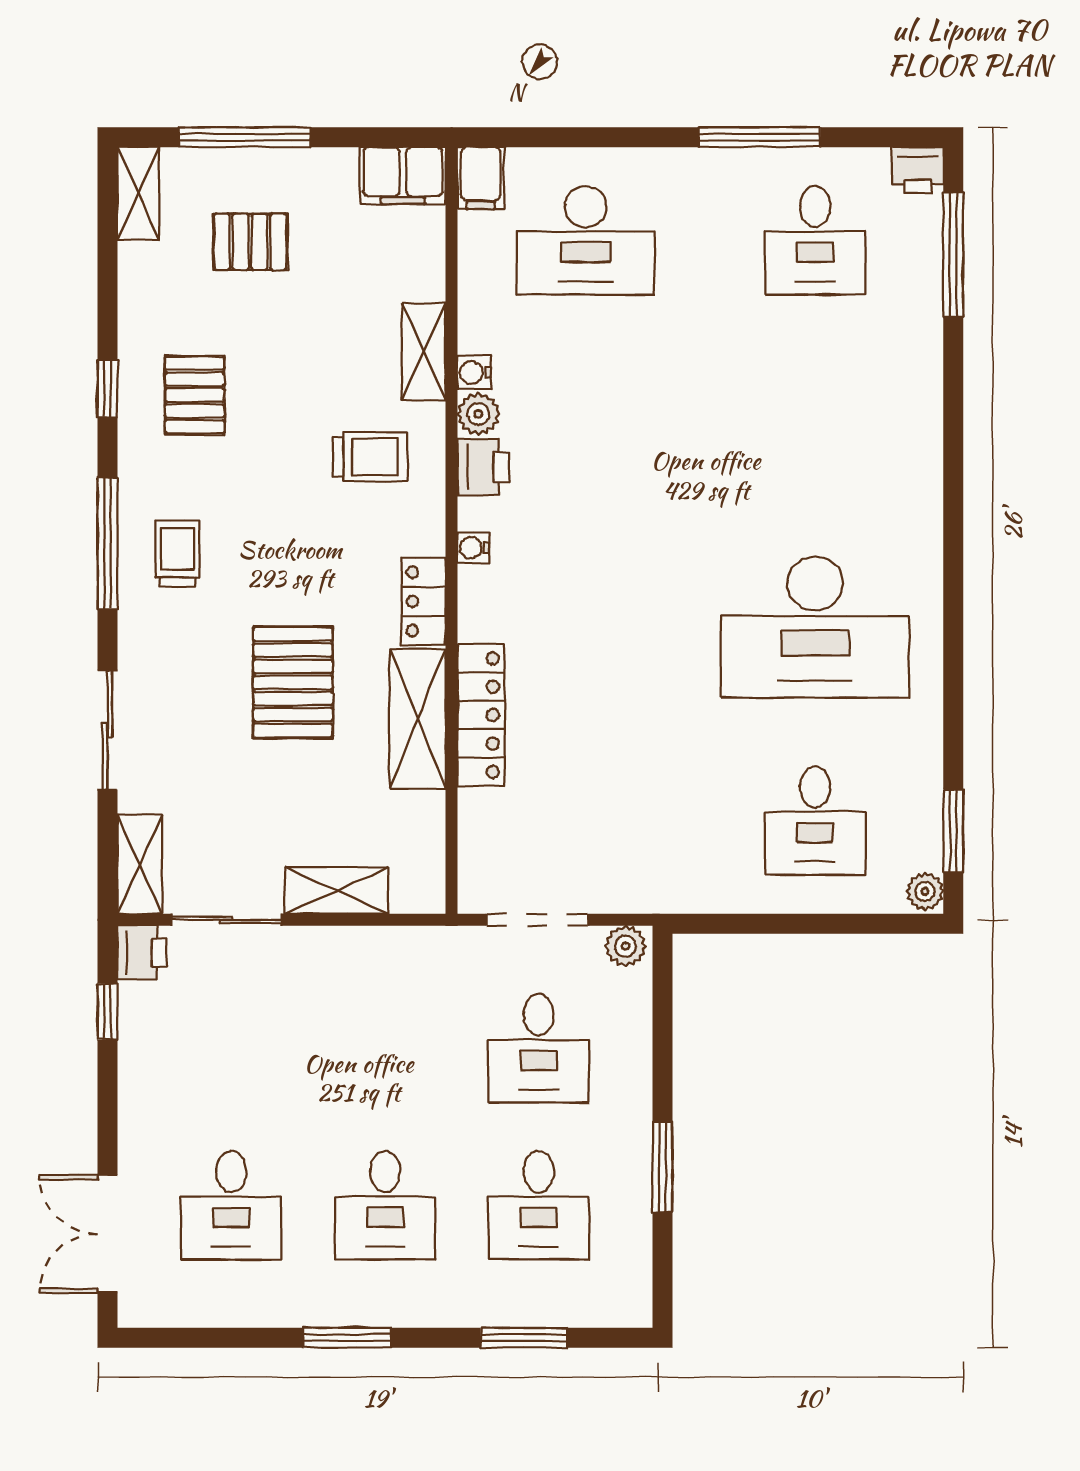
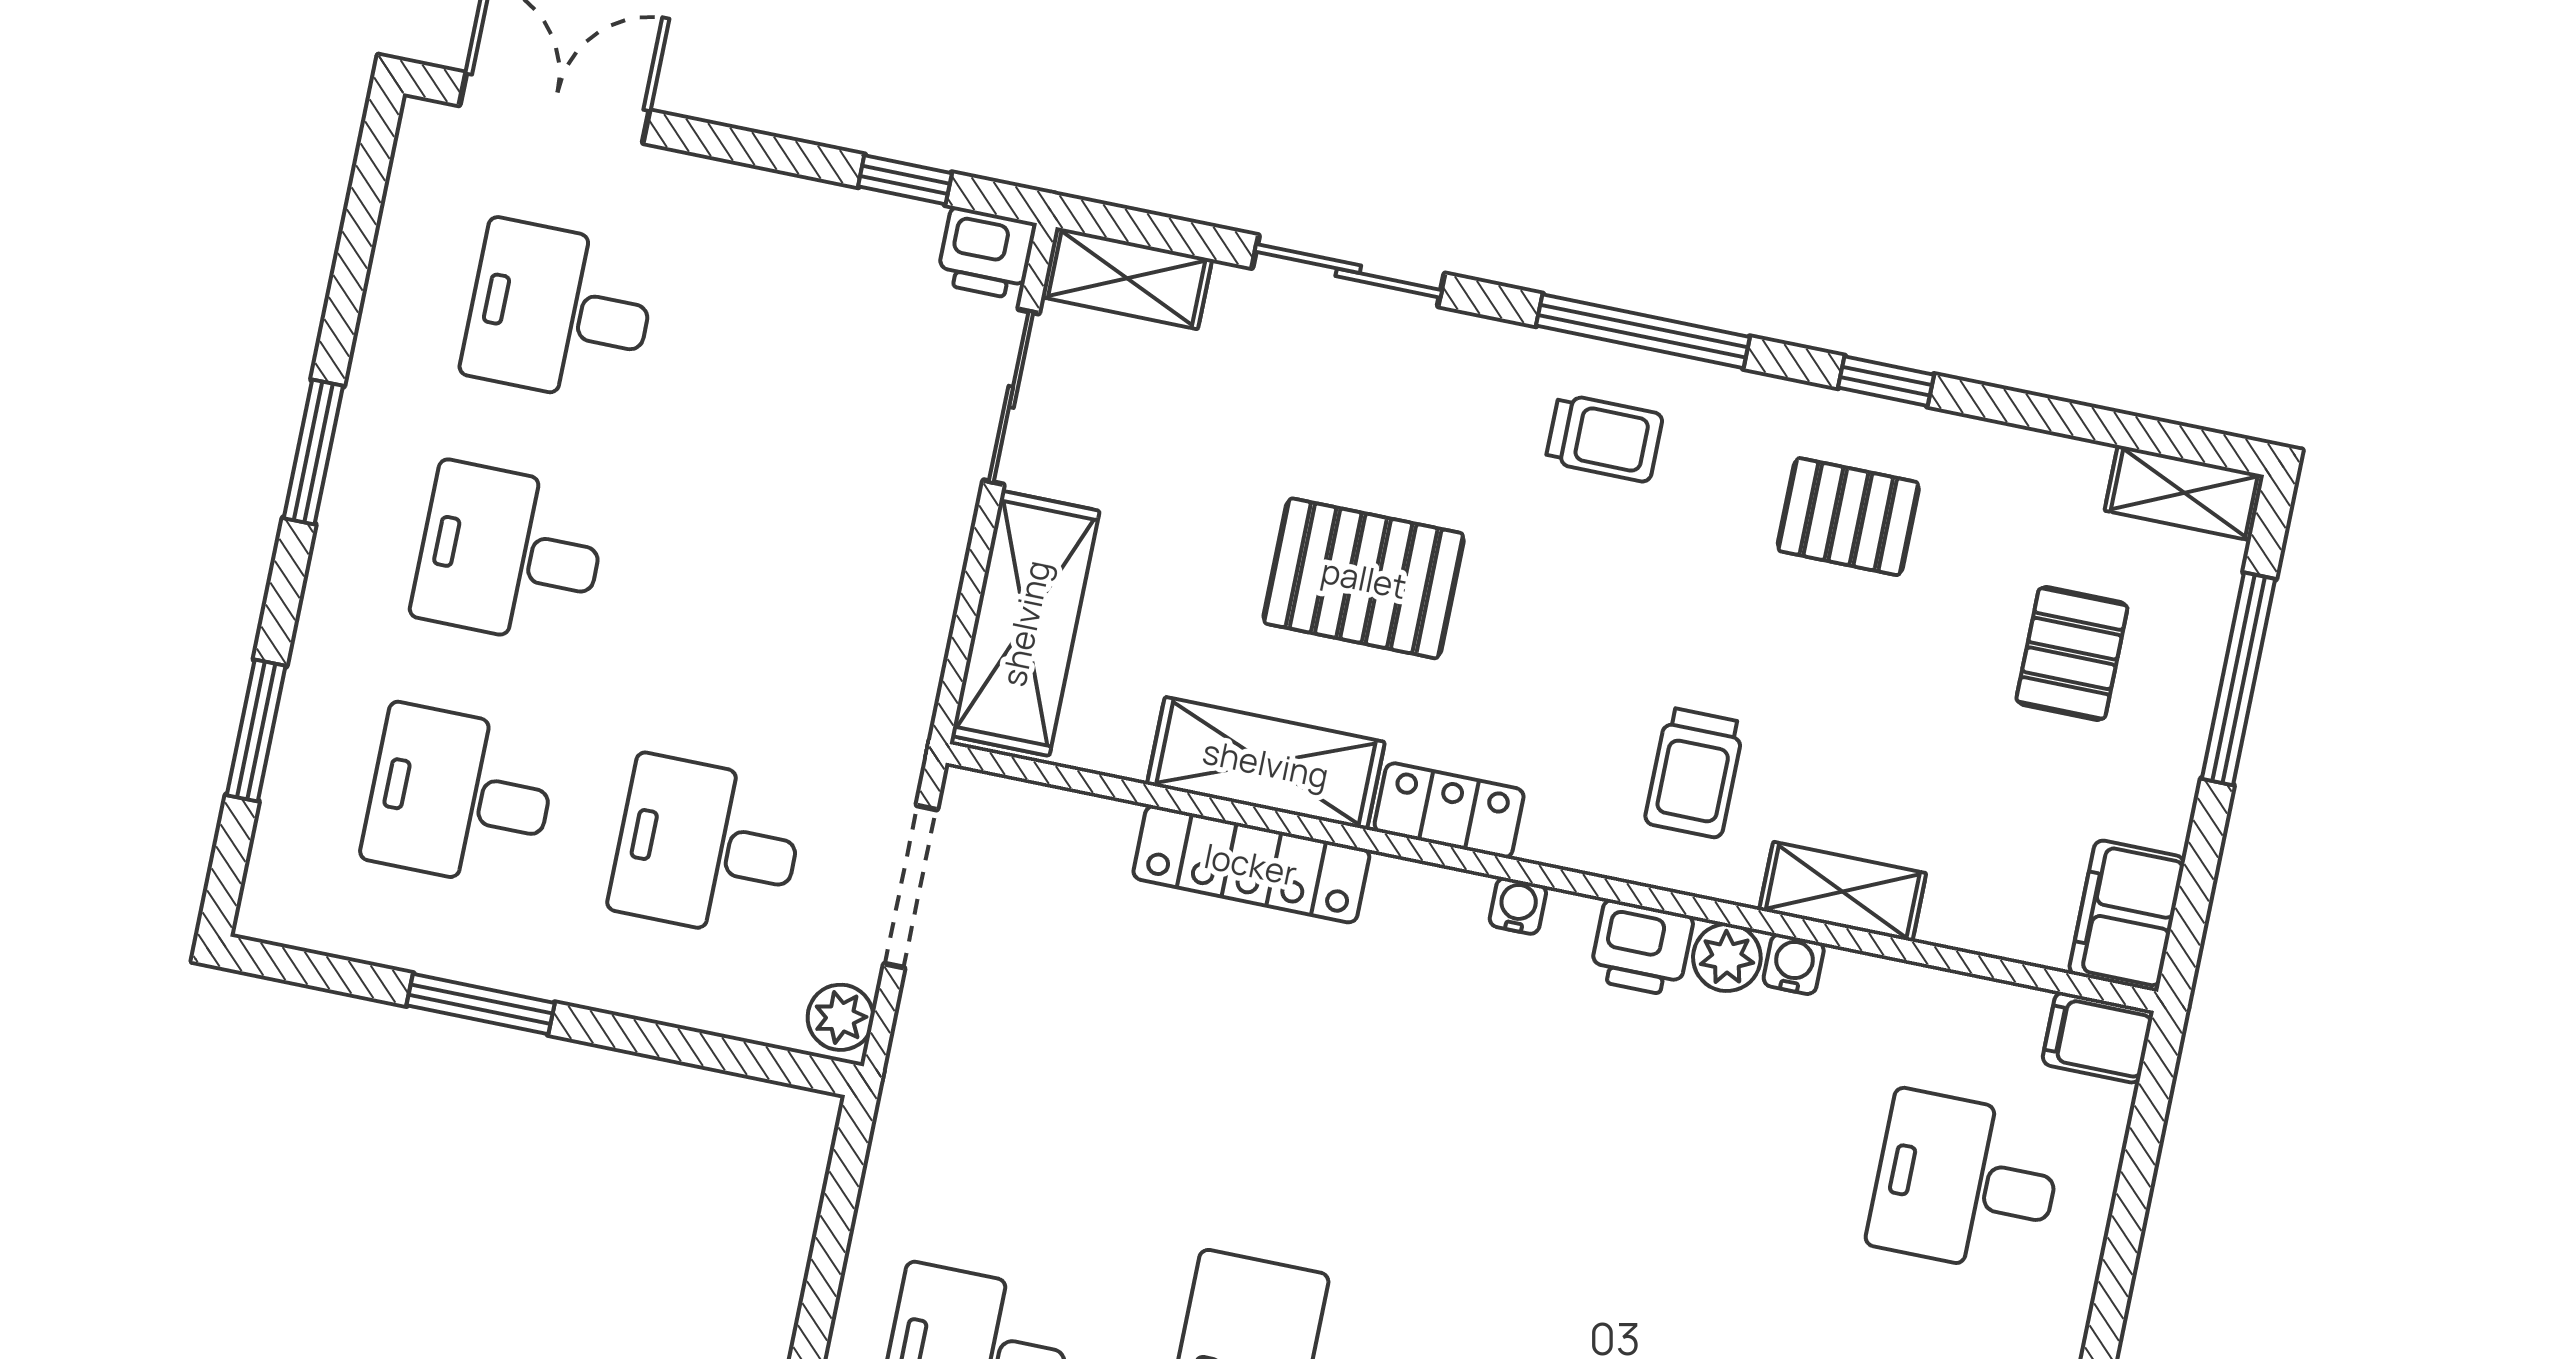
desk: (586, 240) -> (1966, 1183), width x0.73
shelving: (337, 891) -> (1025, 623), width x1.50, depth x1.33

